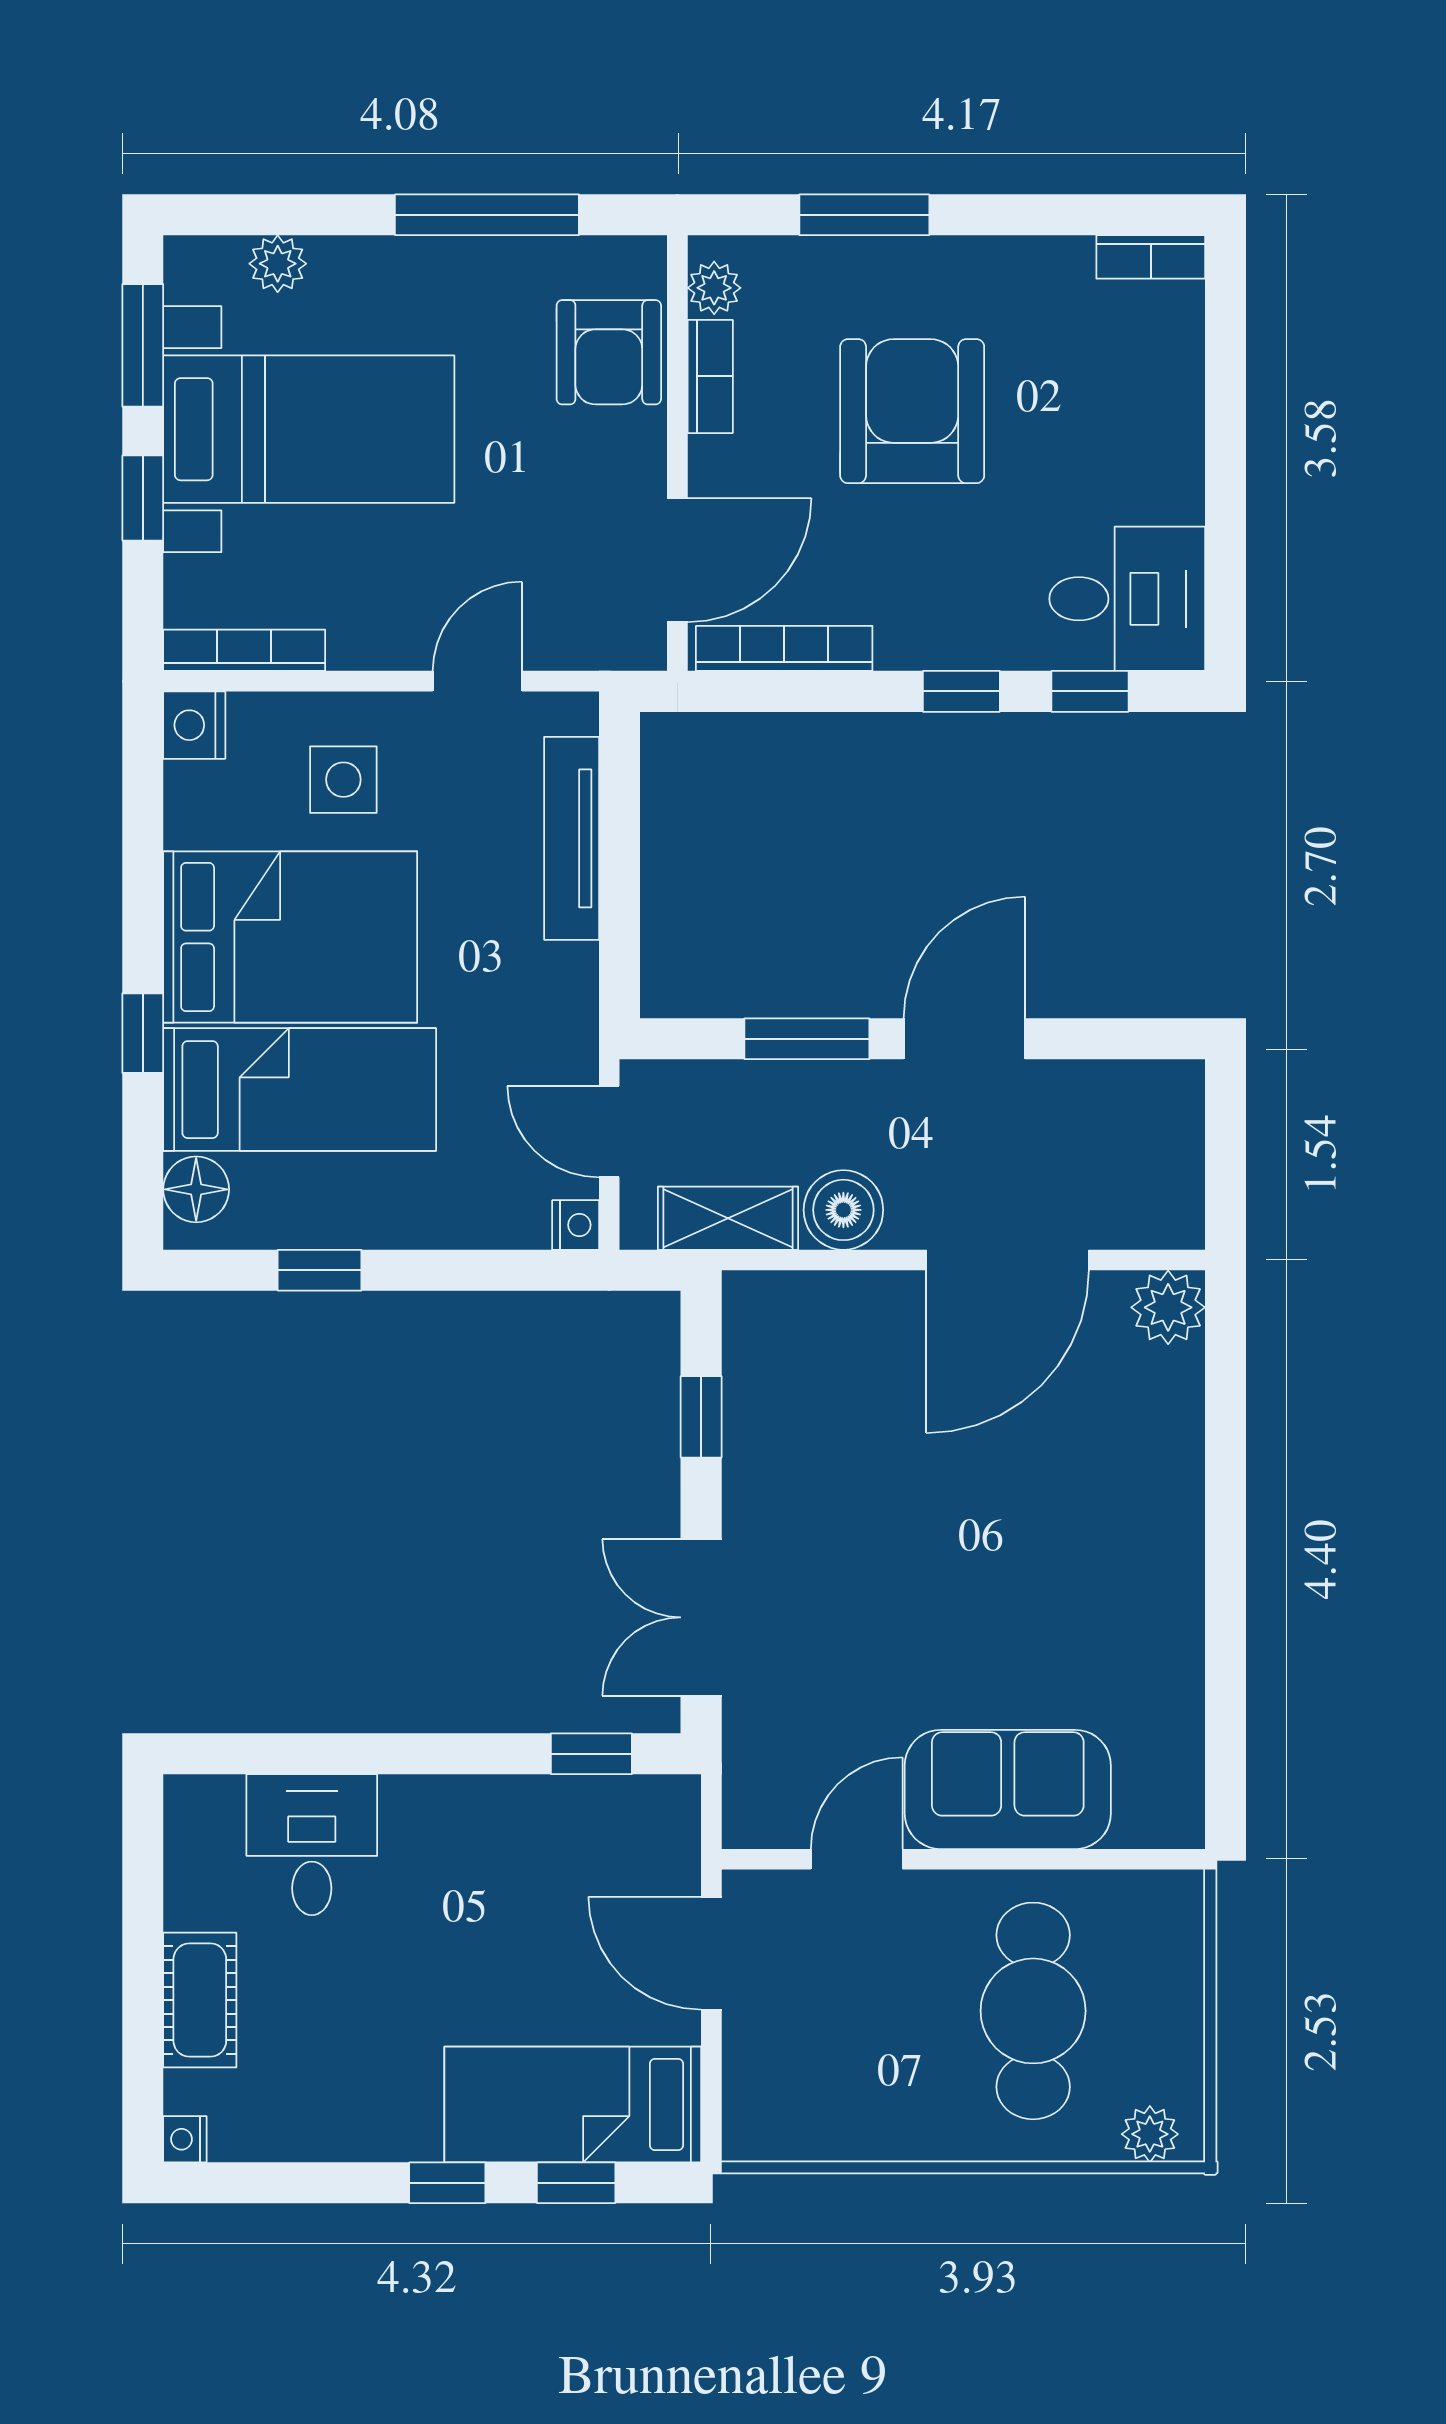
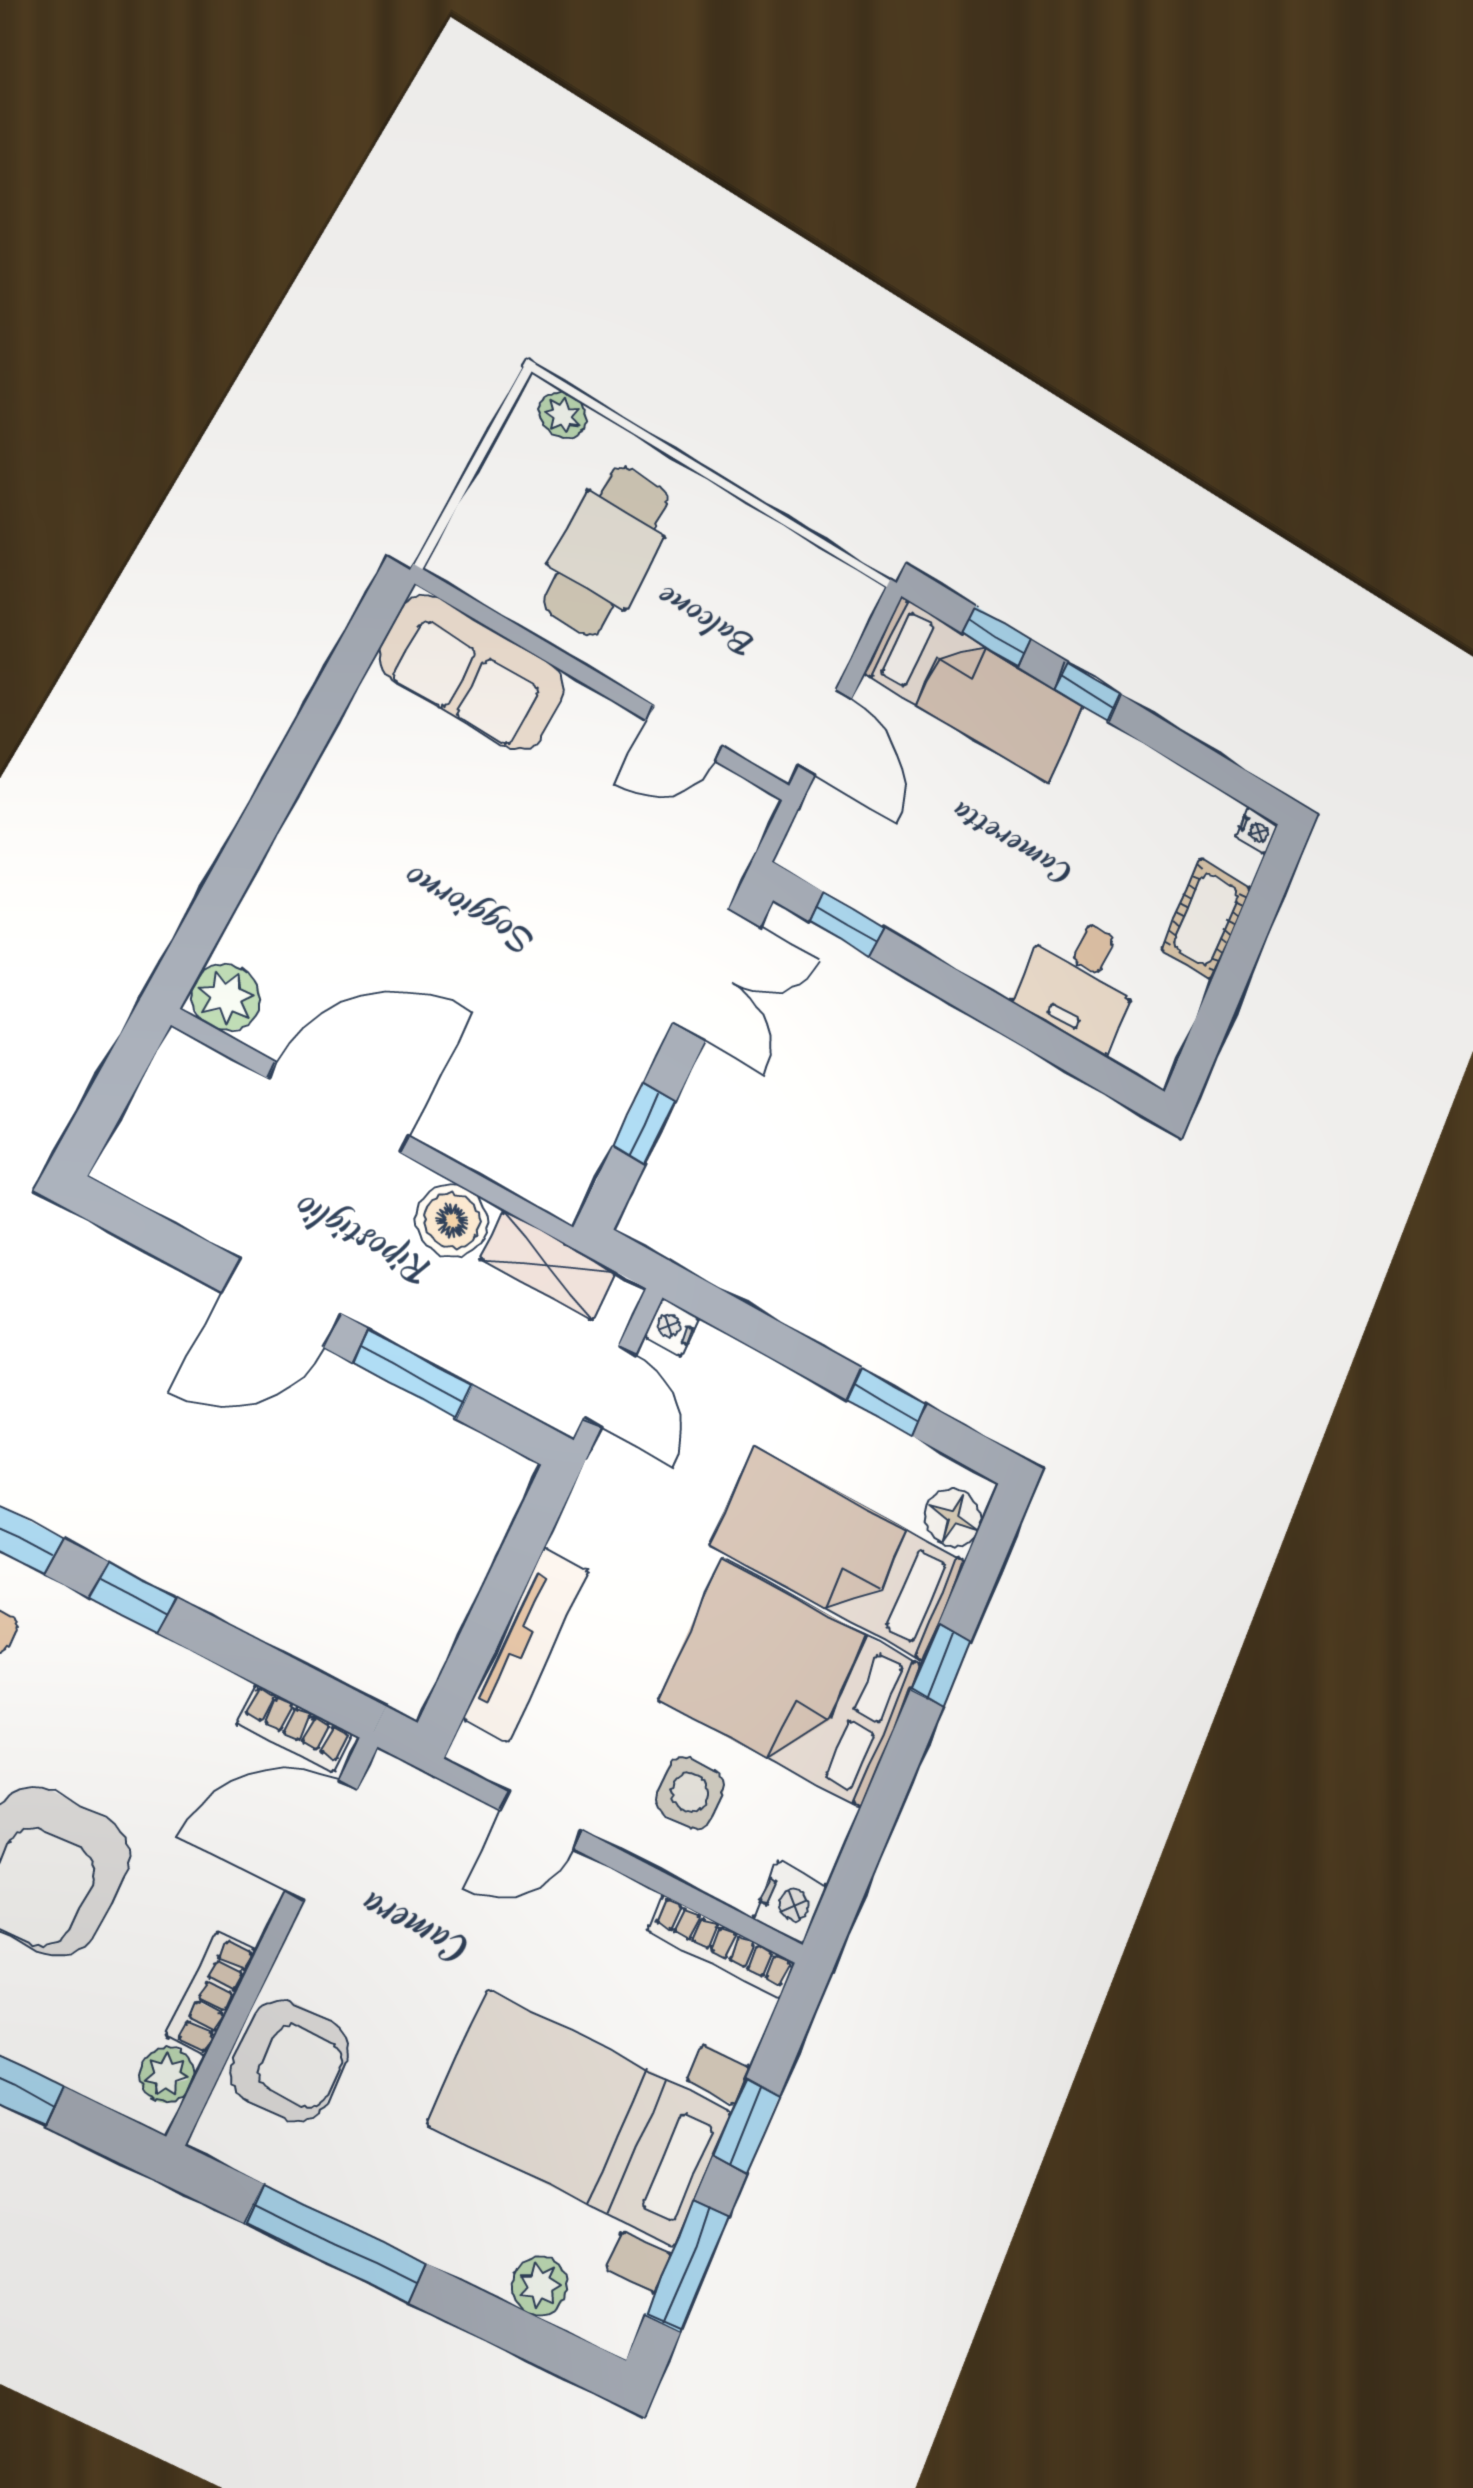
armchair: (609, 352) -> (290, 2060), turned 90
bookcase: (784, 648) -> (295, 1729), width x0.64
sofa: (1008, 1789) -> (472, 672), moved

